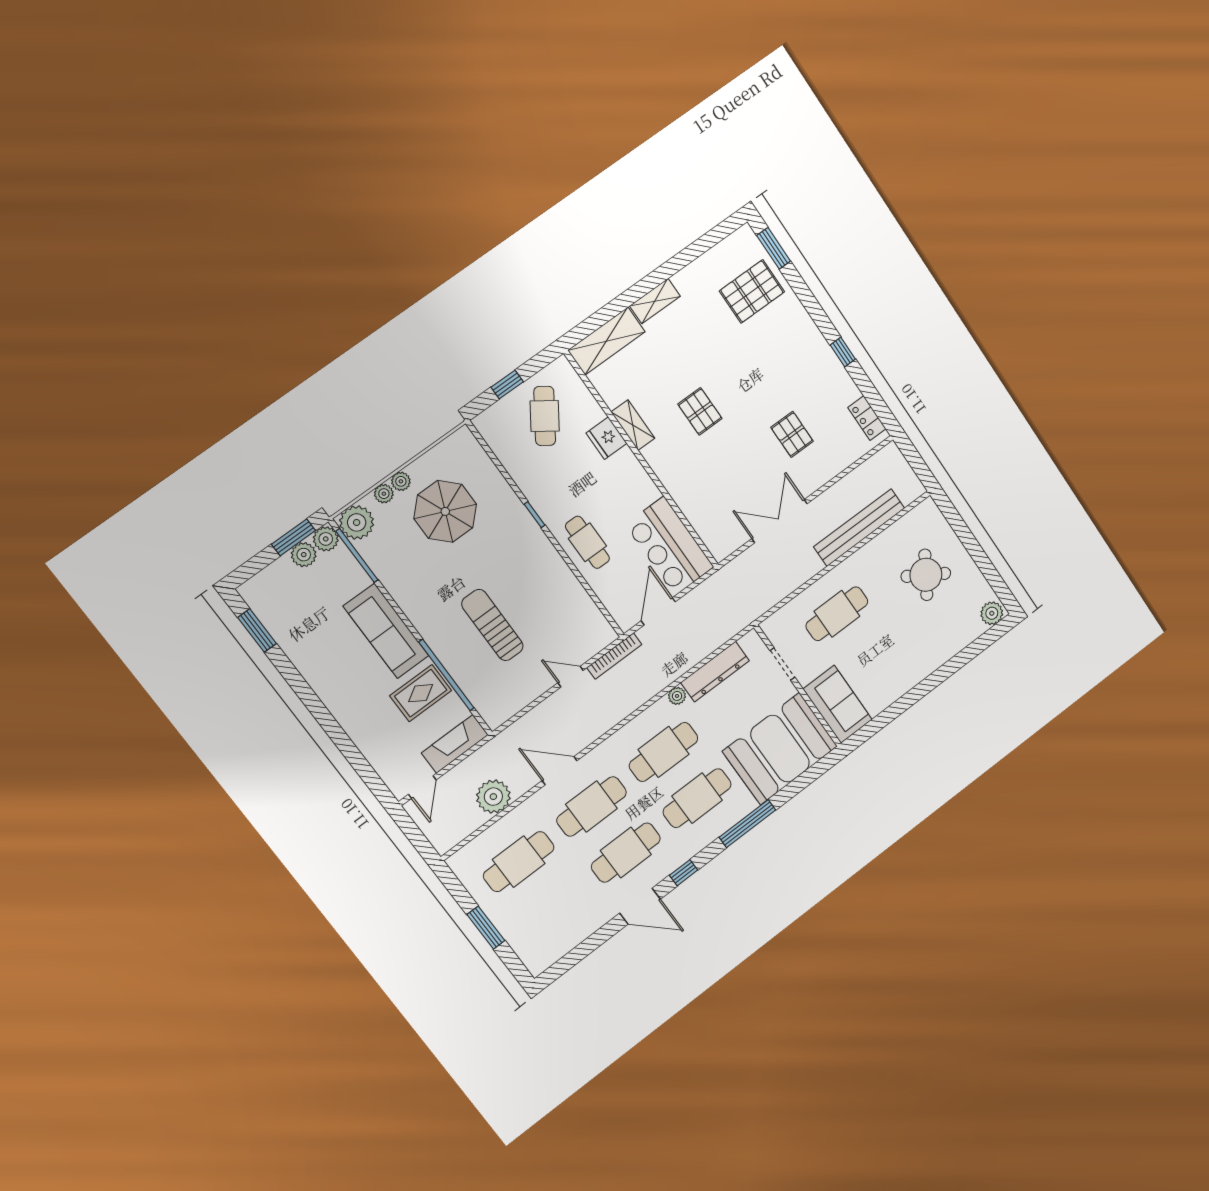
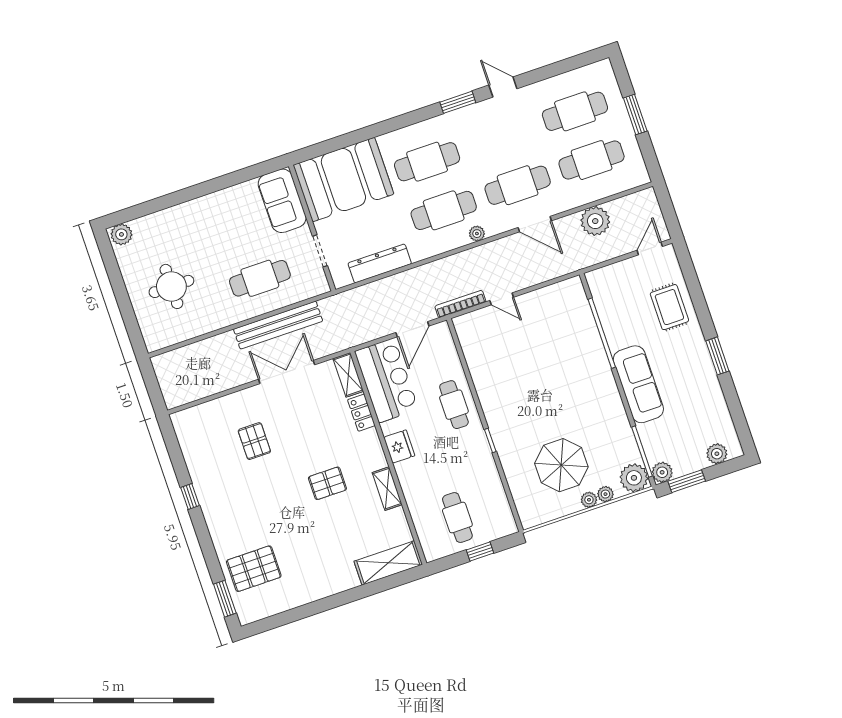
shelving: (655, 301) -> (348, 375), moved, turned 90
pallet: (700, 411) -> (327, 483), turned 90
cafe table: (545, 416) -> (457, 517), turned -34
locker: (867, 418) -> (361, 413), moved, turned 180
fridge: (607, 438) -> (399, 446), moved
double door: (780, 521) -> (287, 372), swing flipped
bench: (859, 527) -> (278, 325), moved
plant: (304, 555) -> (717, 454), moved
round table: (926, 575) -> (171, 286), turned -32
sun lounger: (492, 625) -> (552, 362), removed
window: (257, 630) -> (717, 356), moved
rug: (421, 693) -> (669, 307), moved, turned 90
plant: (677, 696) -> (477, 234), moved
fireplace: (455, 744) -> (613, 275), removed
window: (747, 824) -> (391, 125), removed
cafe table: (626, 853) -> (575, 111), moved
window: (684, 873) -> (458, 102), width x1.50
door: (640, 906) -> (503, 87), width x0.73

